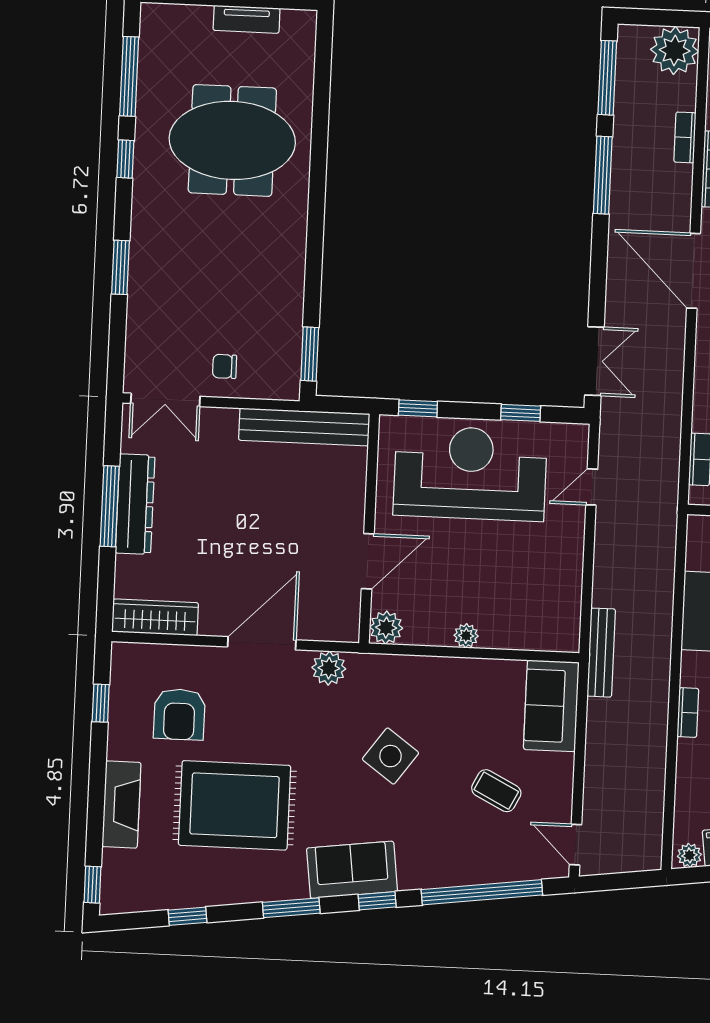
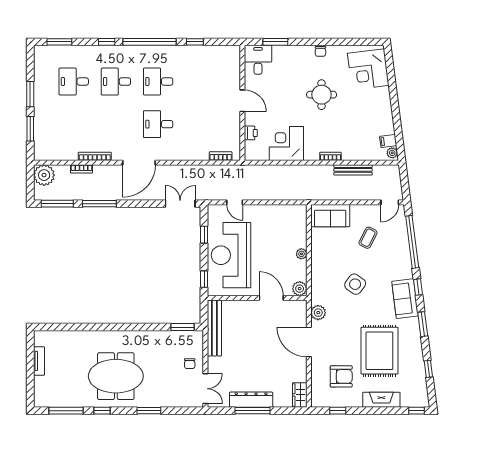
meeting table: (232, 140) -> (116, 376), moved, turned 90
wardrobe: (155, 617) -> (300, 395), width x0.67
bench: (601, 653) -> (353, 170), moved

